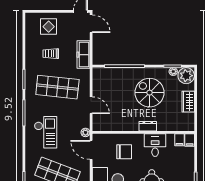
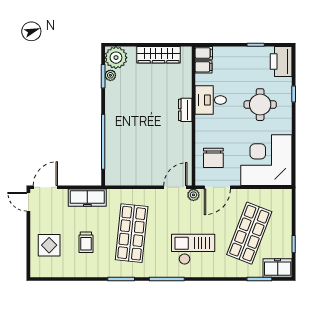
spiral stairs: (150, 93) -> (139, 108), removed
wardrobe: (188, 102) -> (159, 55), width x1.50
door: (91, 105) -> (175, 187), moved
chair: (124, 152) -> (213, 158), moved, turned 180

